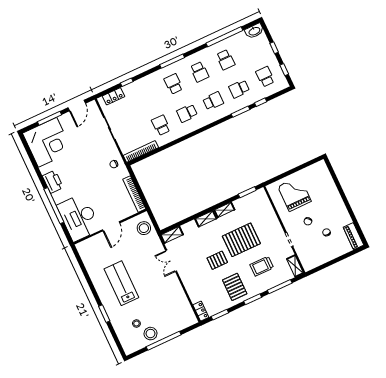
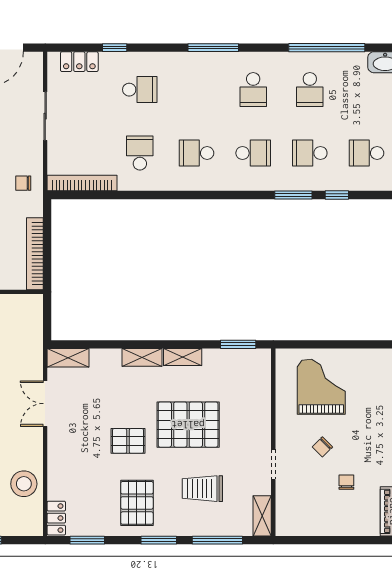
school desk: (265, 77) -> (366, 153), turned -90
school desk: (173, 84) -> (140, 90), moved, turned 90
stool: (144, 228) -> (24, 484), moved

